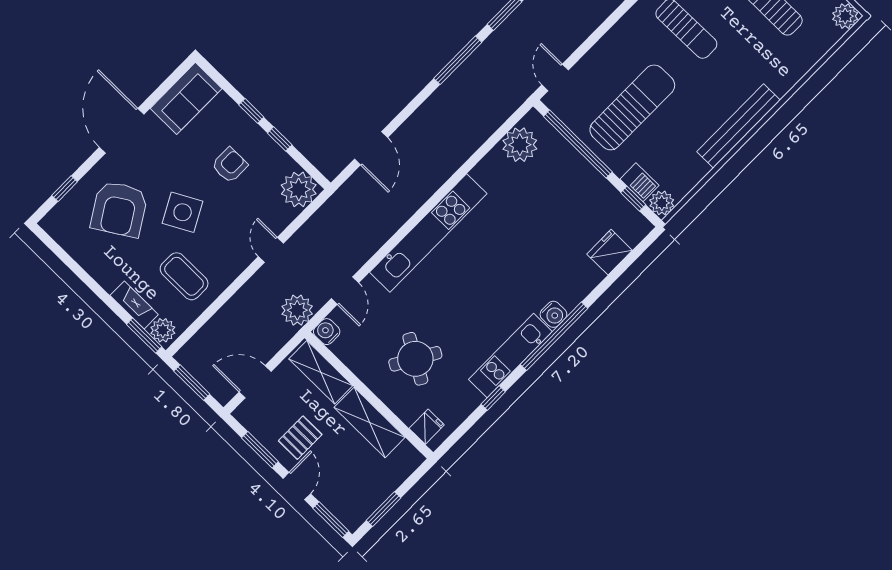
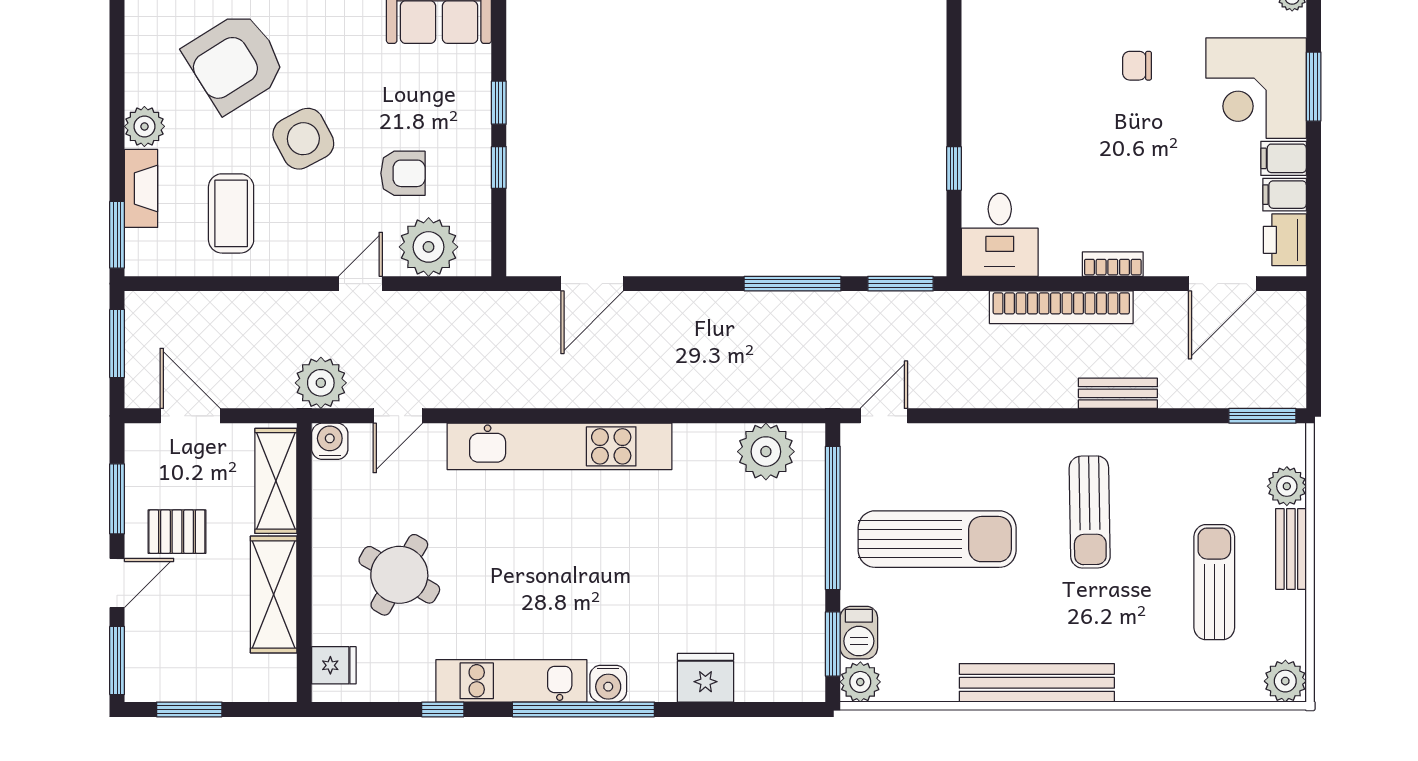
armchair: (230, 165) -> (403, 173), moved
plant: (299, 189) -> (429, 247), moved
window: (633, 199) -> (833, 644), width x1.50
fridge: (610, 252) -> (705, 678), moved
plant: (163, 330) -> (144, 126), moved

